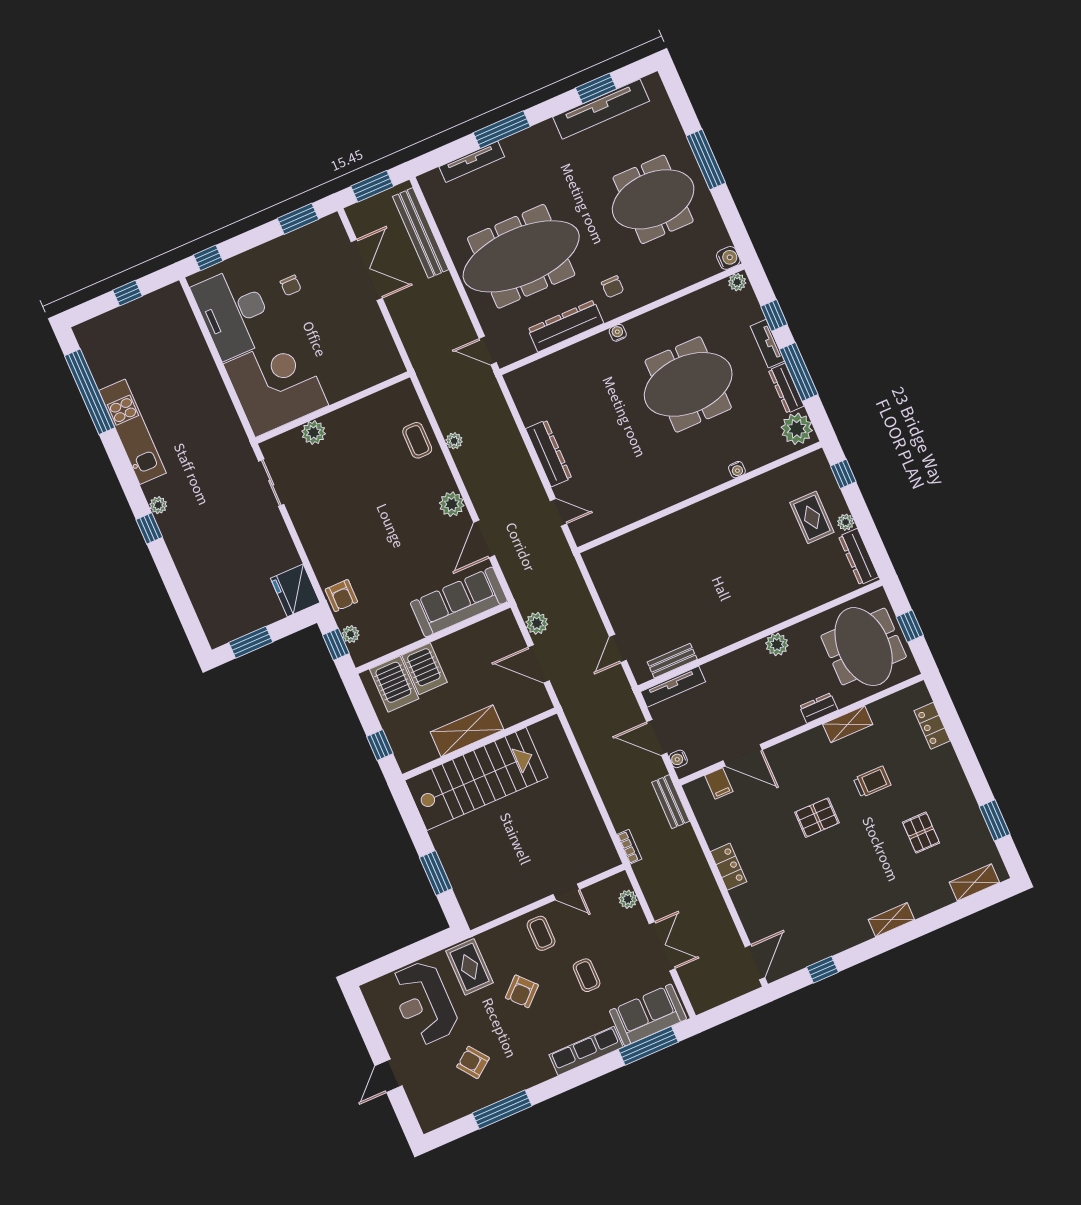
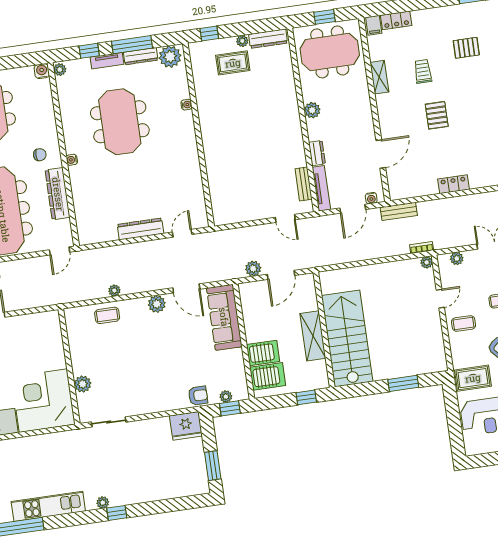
dresser: (819, 708) -> (317, 153), moved, turned 180
filing cabinet: (719, 784) -> (374, 25), moved, turned 90
plant: (611, 859) -> (427, 262), added

